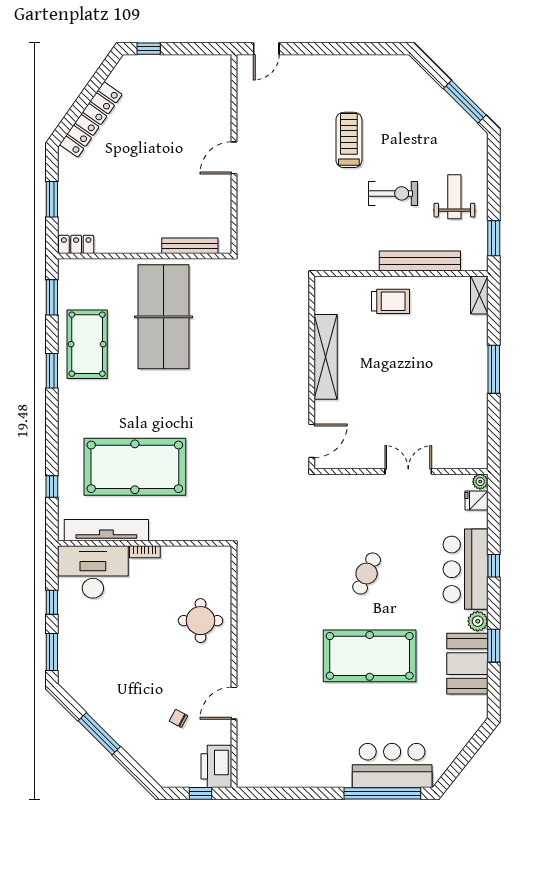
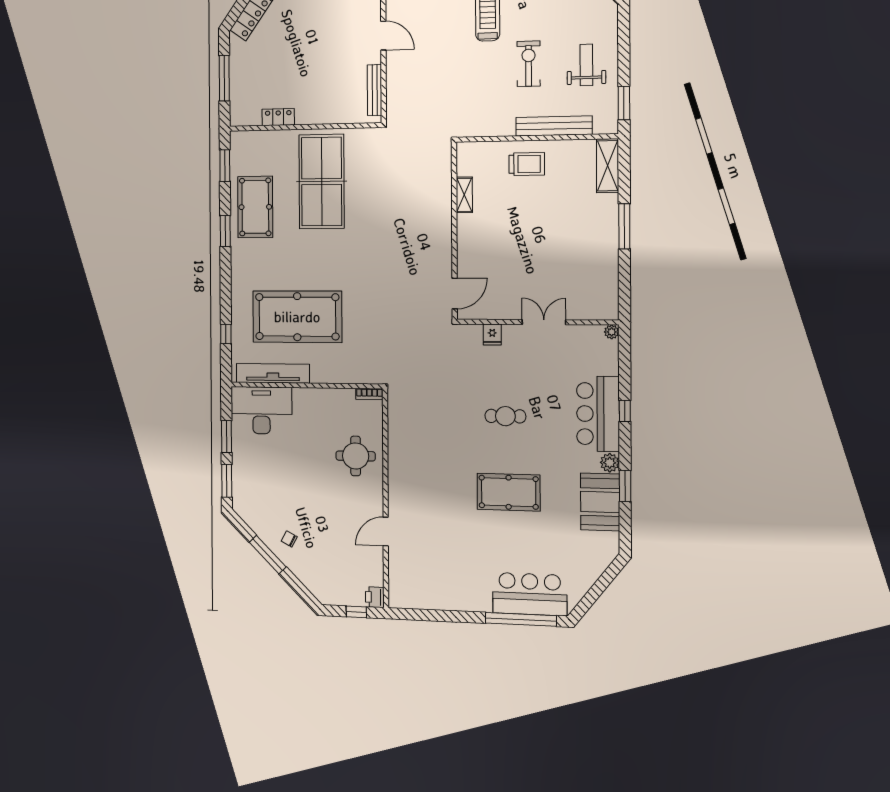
door: (234, 158) -> (383, 36), swing flipped
exercise bike: (393, 193) -> (529, 64), turned -90
window: (52, 199) -> (224, 78), width x1.44
locker: (76, 244) -> (278, 117), moved
bench: (190, 246) -> (375, 90), moved, turned 90
shelving: (479, 295) -> (608, 166), width x1.50, depth x1.33
shelving: (326, 357) -> (464, 195), width x0.45, depth x0.75
fridge: (476, 500) -> (492, 335), moved, turned -90
bookcase: (145, 552) -> (369, 394), moved
cafe table: (367, 573) -> (505, 416), turned 65
window: (52, 602) -> (226, 437), width x1.50
pool table: (370, 656) -> (509, 492), width x0.73, depth x0.76
chair: (179, 718) -> (289, 539), moved
printer: (216, 766) -> (375, 597), width x0.53, depth x0.68

